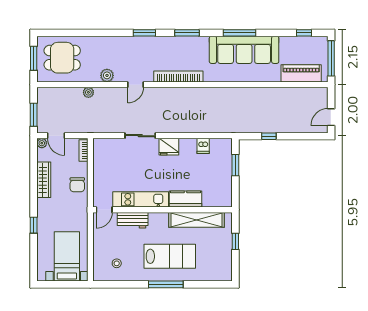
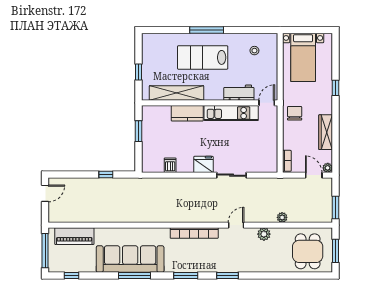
dining table: (62, 58) -> (308, 251), turned 90
window: (34, 115) -> (336, 208), moved
window: (235, 165) -> (139, 131), moved
chair: (77, 185) -> (295, 113), moved

